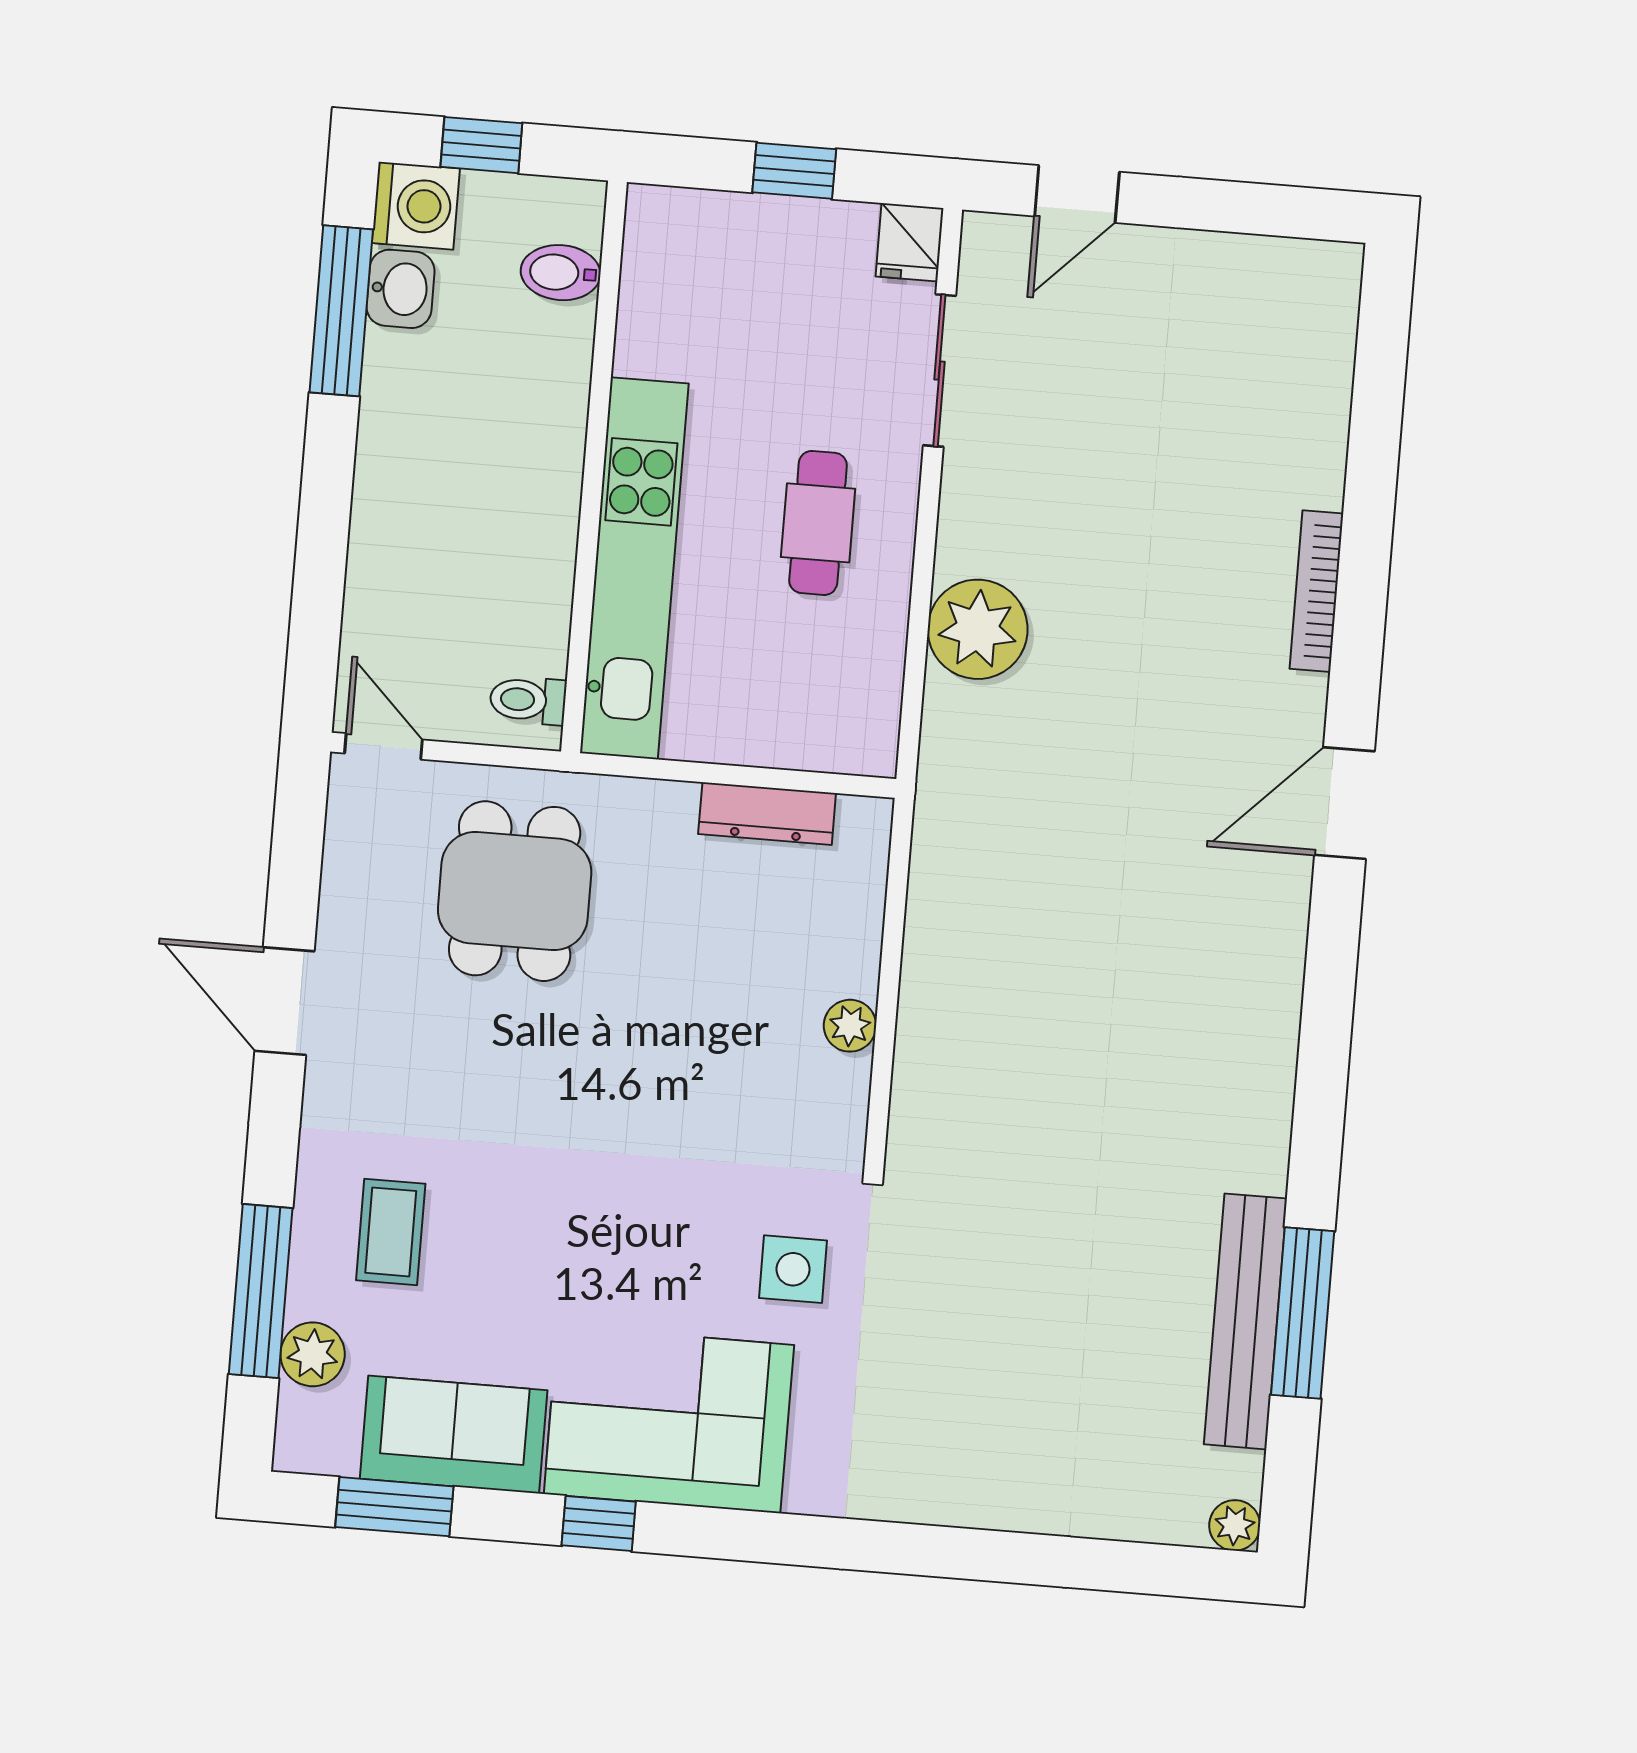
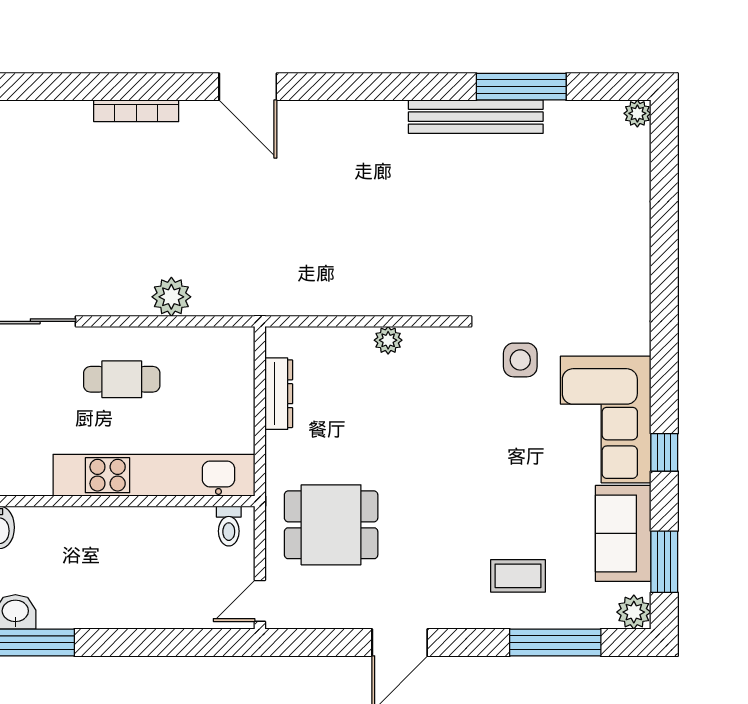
plant: (978, 629) -> (171, 297), width x0.73, depth x0.73
bench: (1245, 1321) -> (476, 117), moved
plant: (313, 1354) -> (634, 612), moved

